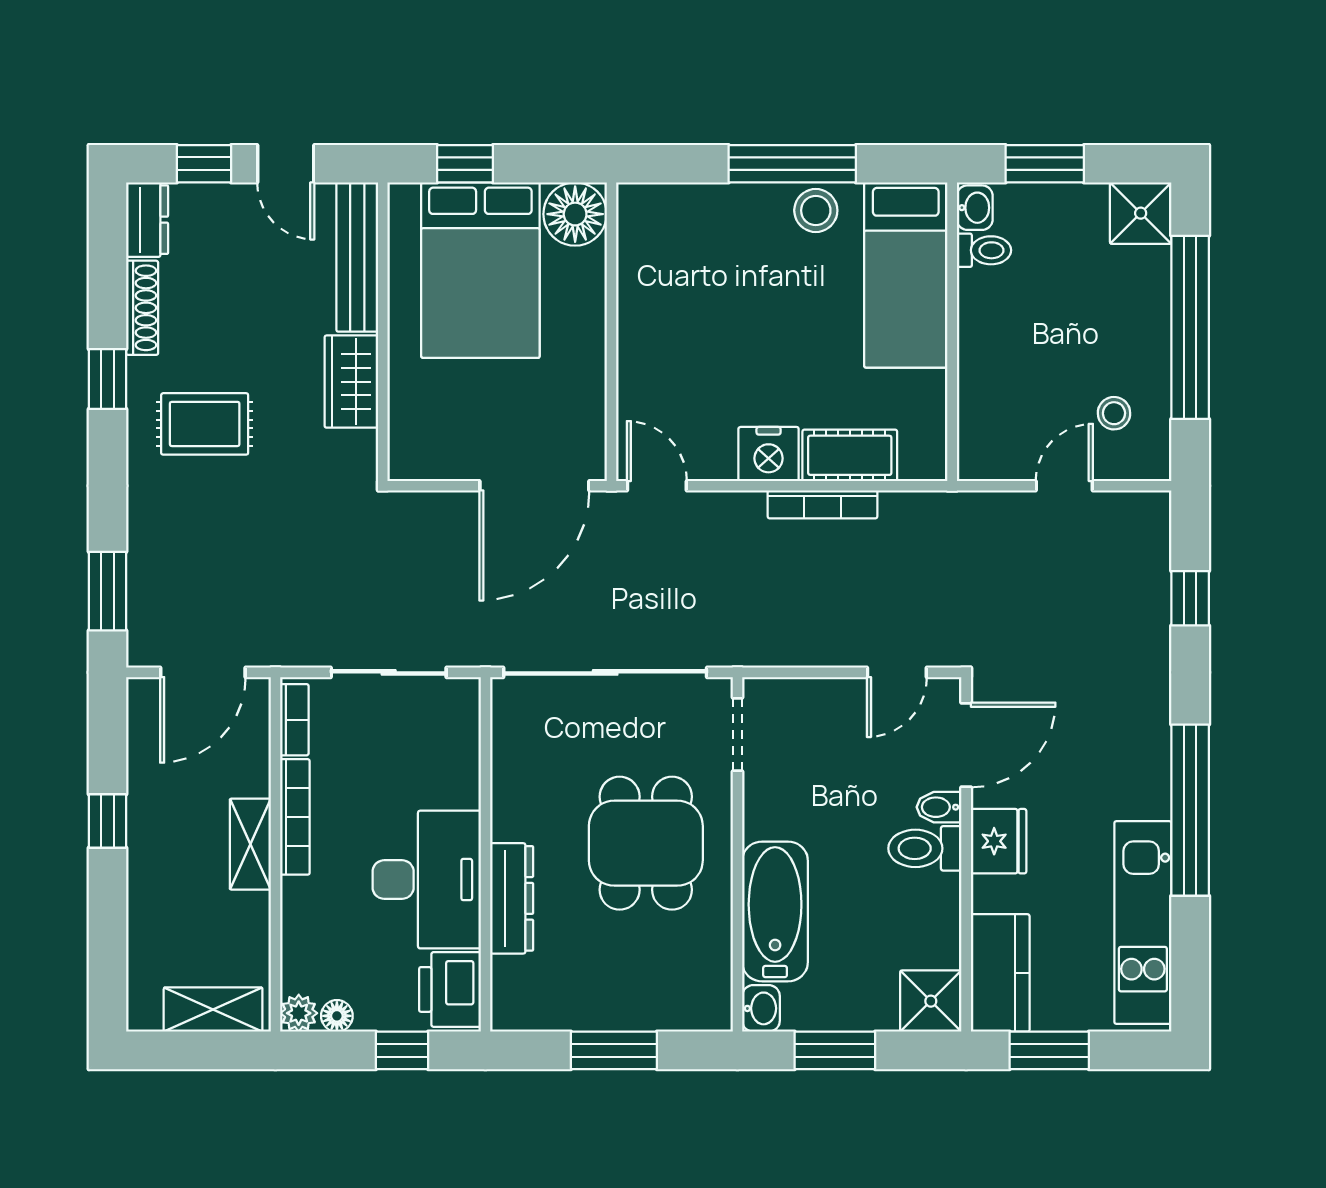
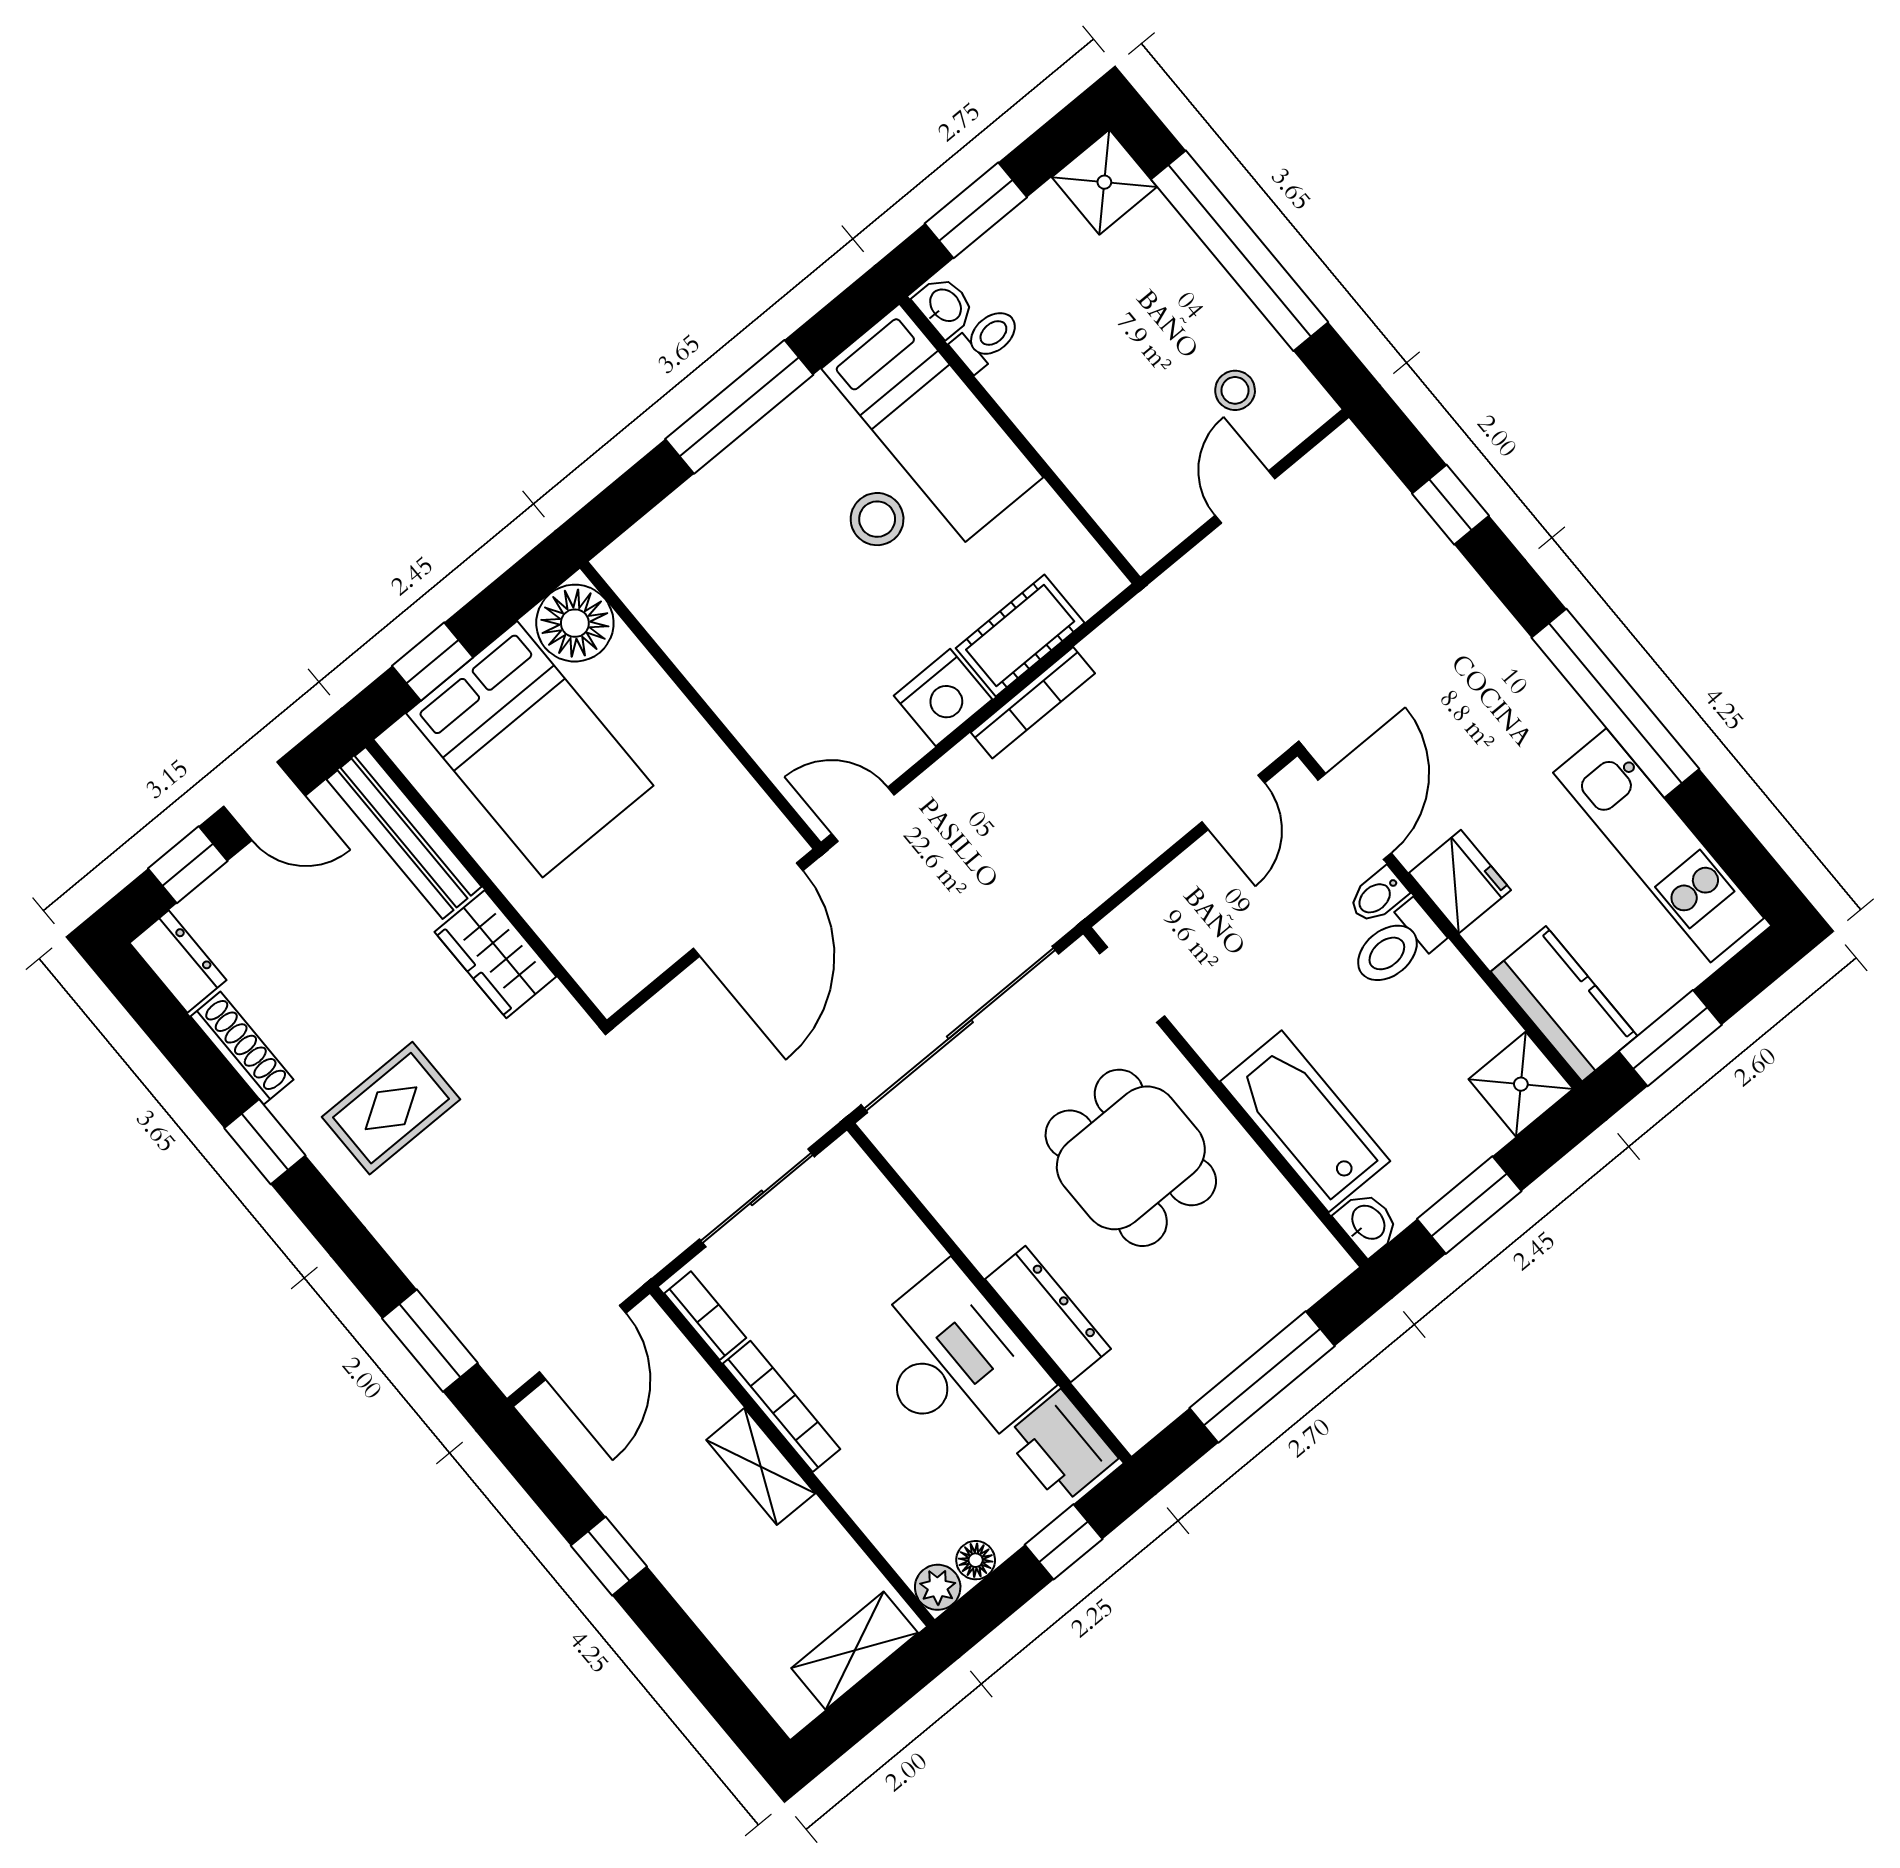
stool: (816, 210) -> (877, 519), moved
window: (614, 1050) -> (1262, 1377), width x1.44

